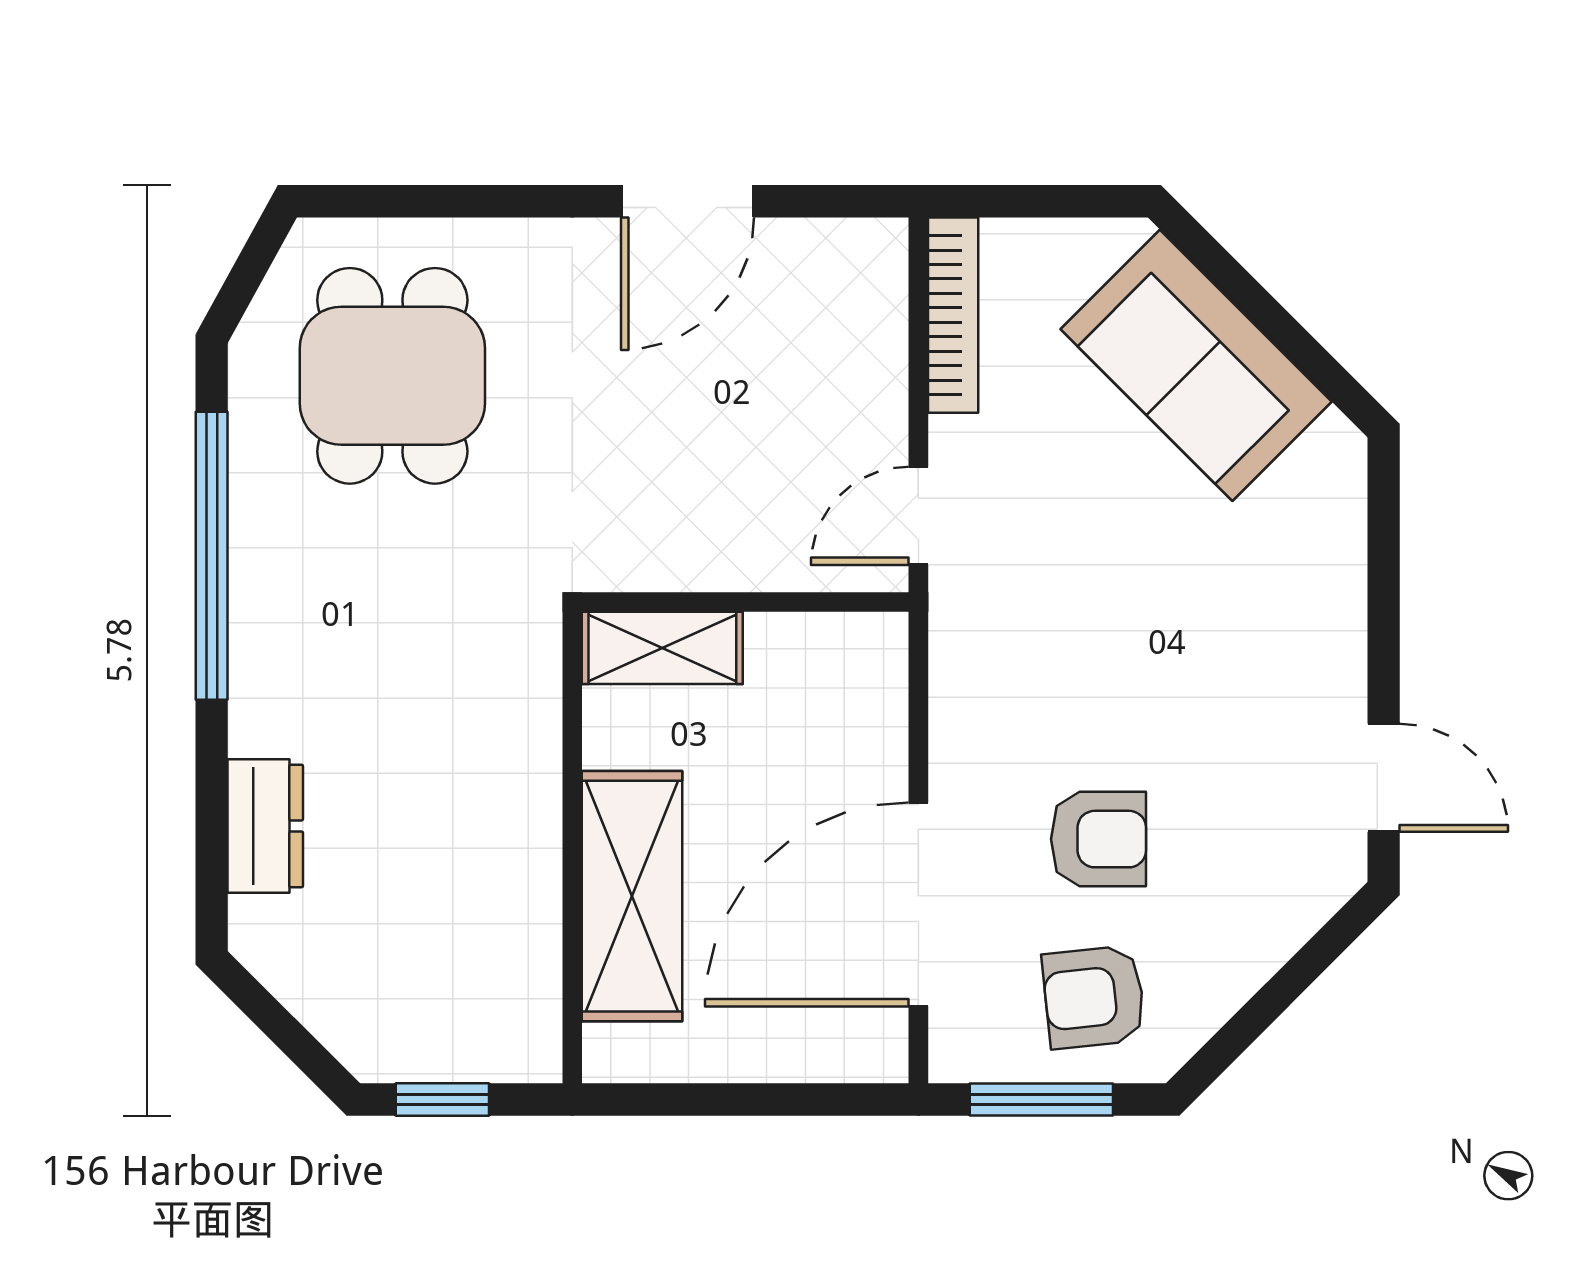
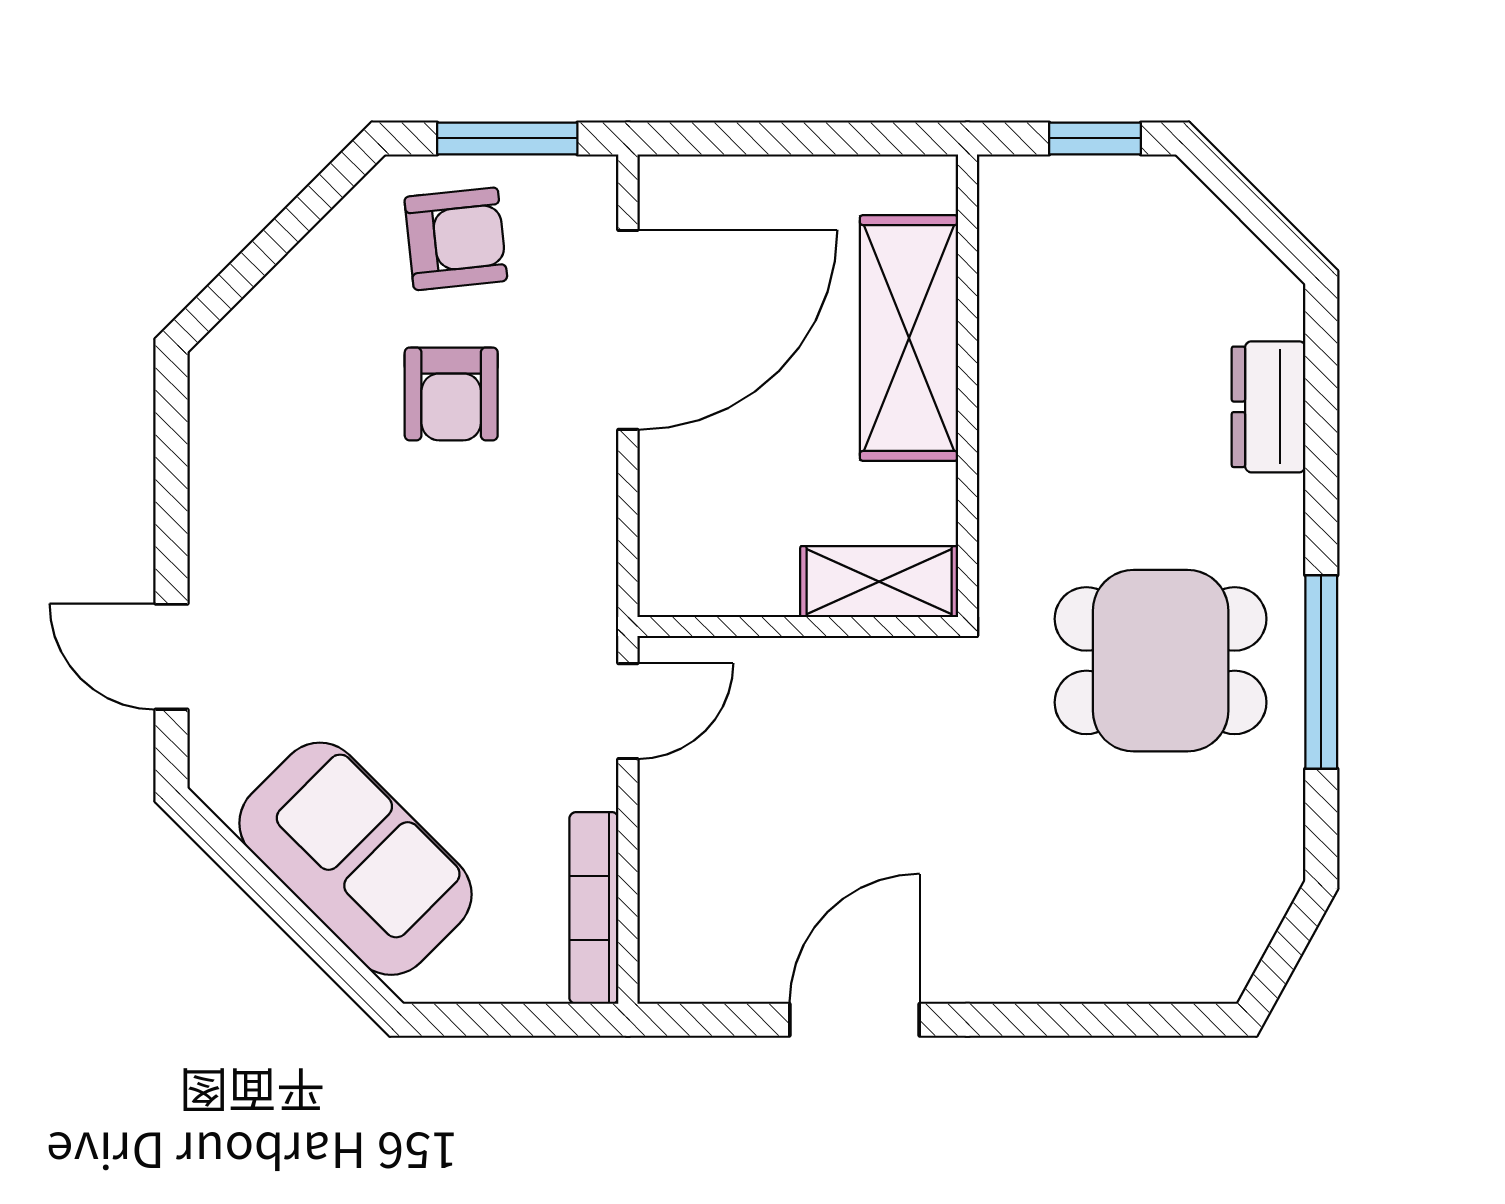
dining table: (392, 376) -> (1161, 661), moved, turned 90
window: (212, 556) -> (1321, 672), width x0.68
door: (1384, 778) -> (172, 657), moved
armchair: (1099, 839) -> (451, 394), turned -90

